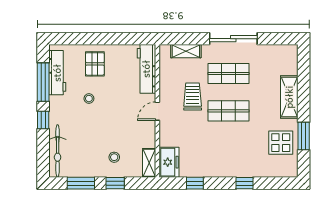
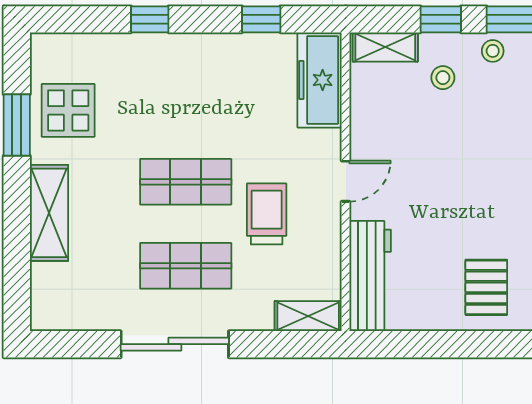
shelving: (186, 51) -> (308, 316), moved
trolley: (193, 97) -> (267, 214), turned 180
stool: (89, 99) -> (493, 51), moved
freezer: (169, 162) -> (320, 80), width x1.40
shelving: (149, 163) -> (385, 47), moved, turned 90

